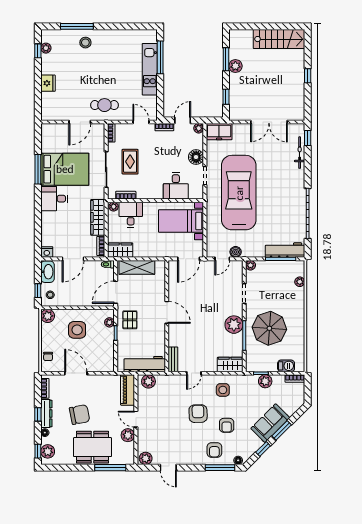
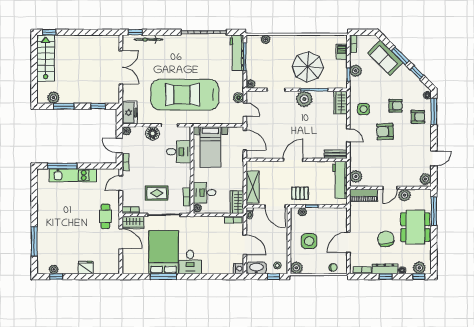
stool: (85, 43) -> (49, 234), removed
plant: (235, 66) -> (53, 98), moved
window: (308, 76) -> (49, 32), moved
wardrobe: (98, 217) -> (133, 222), moved, width x0.67
sofa: (270, 423) -> (385, 58), moved

